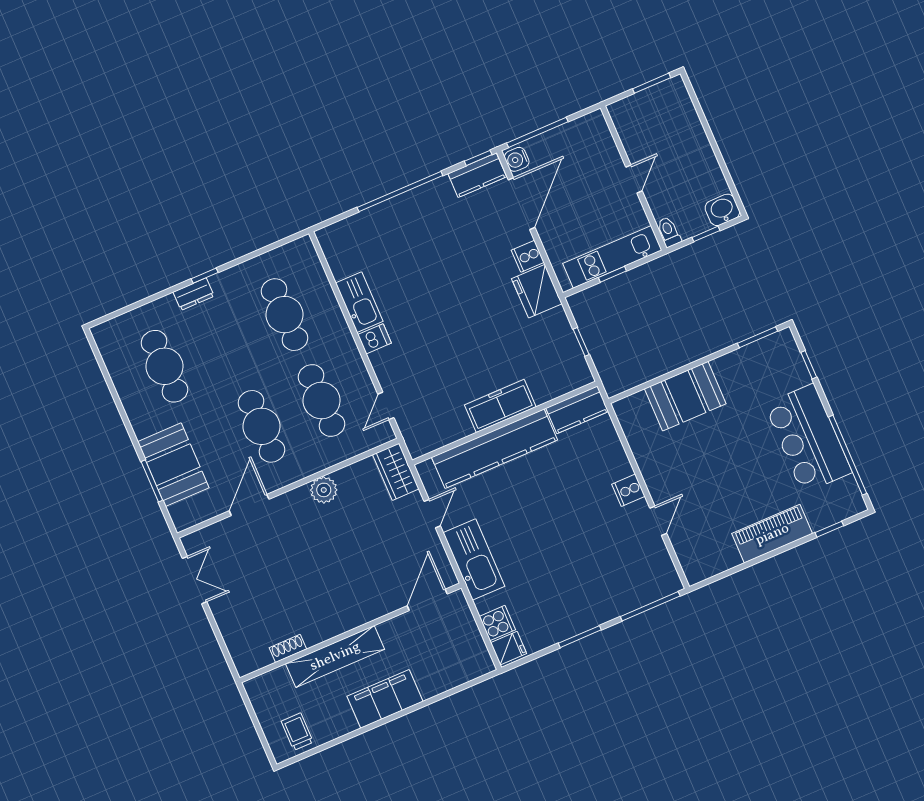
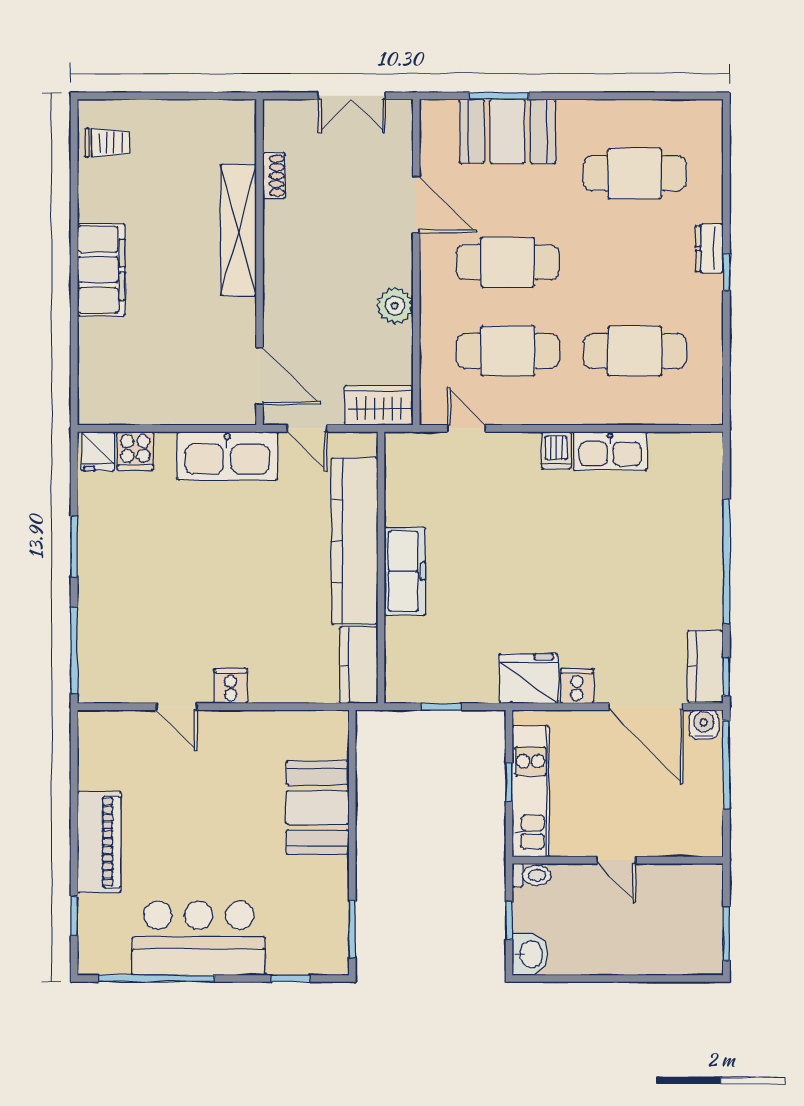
door: (427, 600) -> (260, 376), moved
wall: (350, 633) -> (260, 262), moved
shoe rack: (288, 648) -> (274, 176), moved
shelving: (335, 656) -> (238, 230), moved

